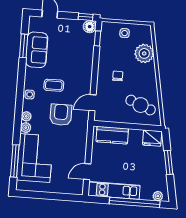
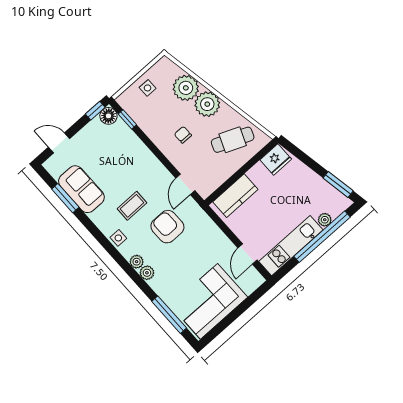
plant: (147, 73) -> (207, 104), added
corner sofa: (35, 158) -> (209, 301), moved, turned -90
window: (169, 162) -> (338, 184), moved
plant: (158, 196) -> (325, 220), moved

